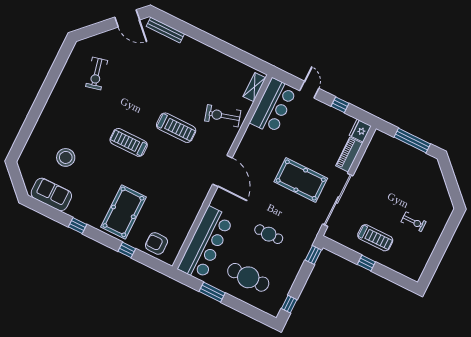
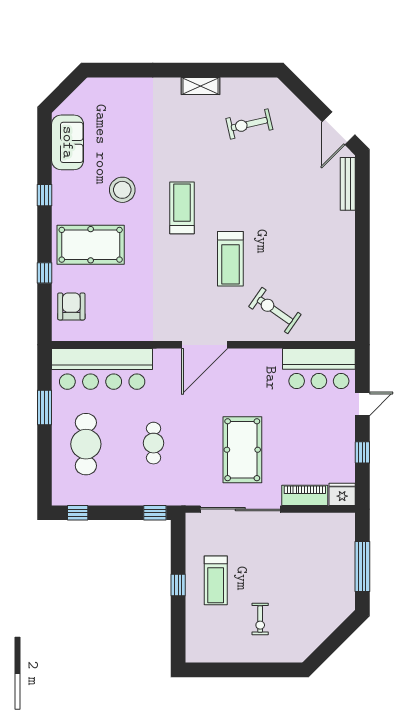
shelving: (254, 87) -> (200, 86), moved
exercise bike: (223, 116) -> (275, 310), turned -39
stool: (66, 157) -> (122, 190), moved

